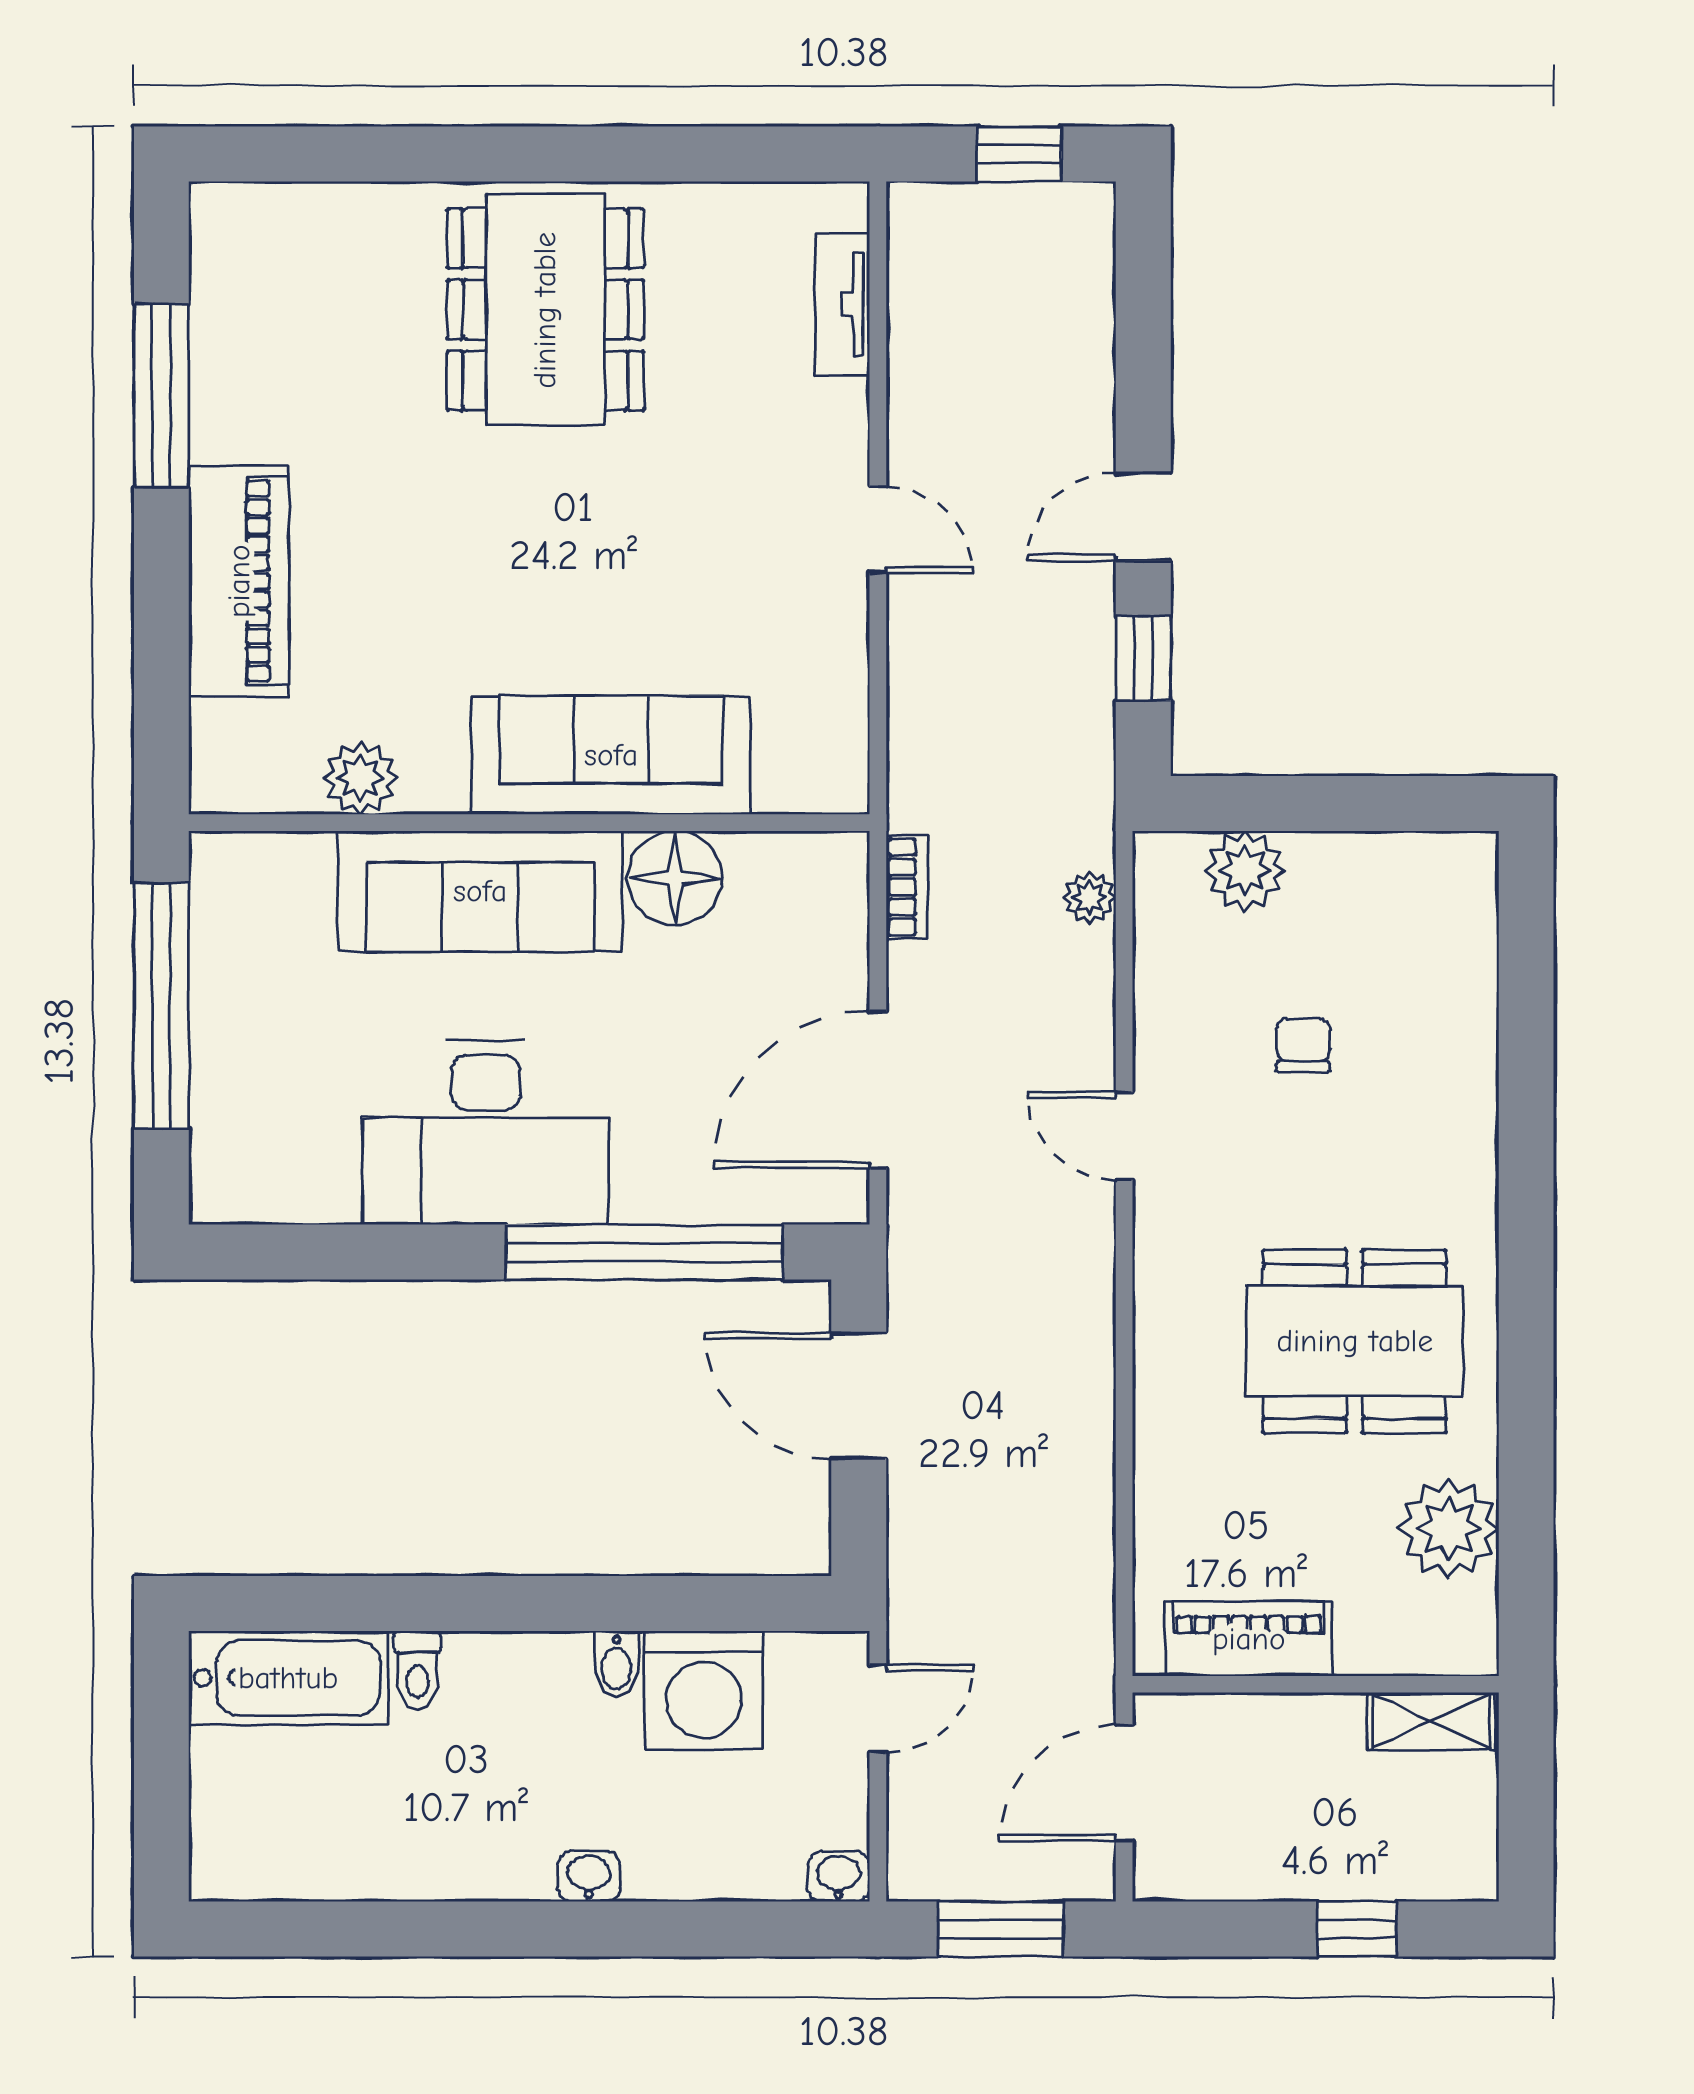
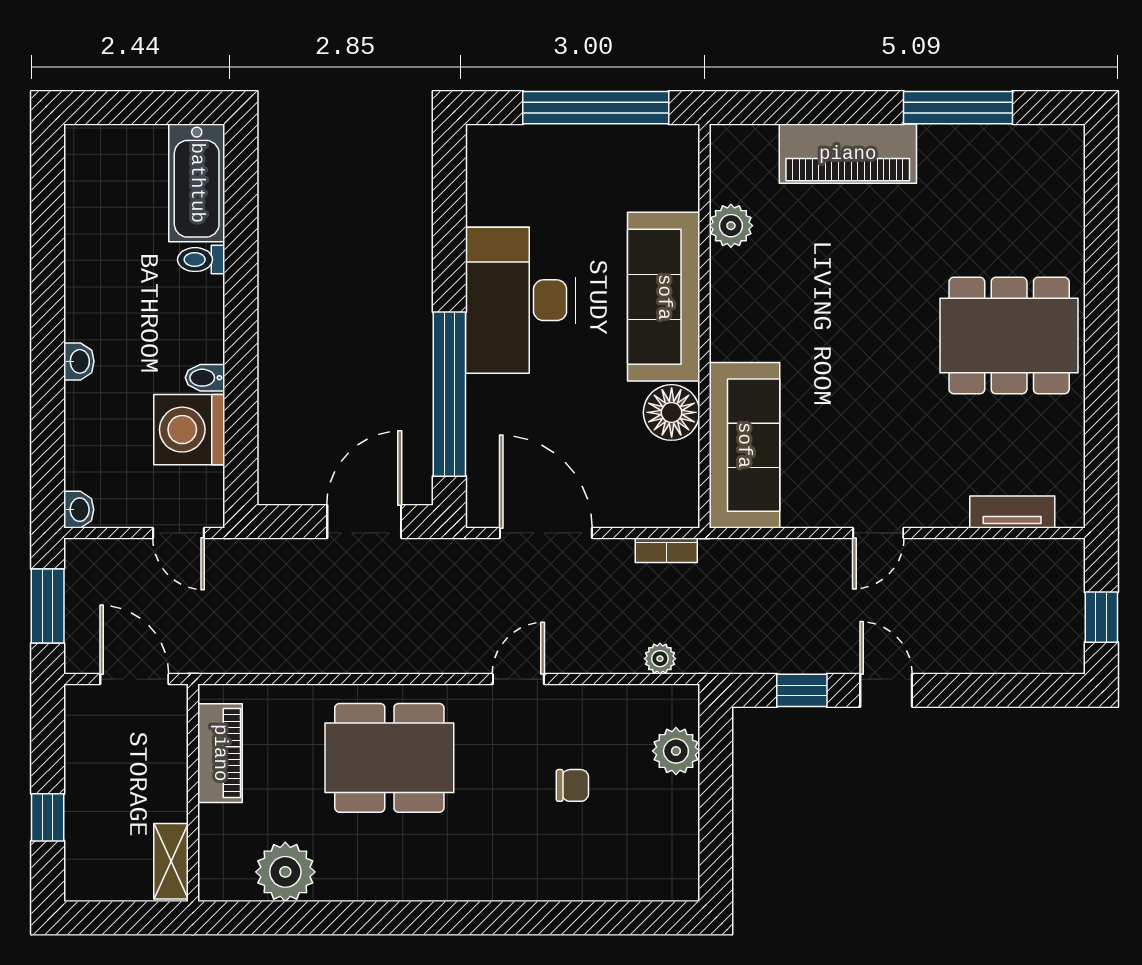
sofa: (611, 755) -> (744, 445), moved
dining table: (1355, 1341) -> (389, 758), moved, turned 90

